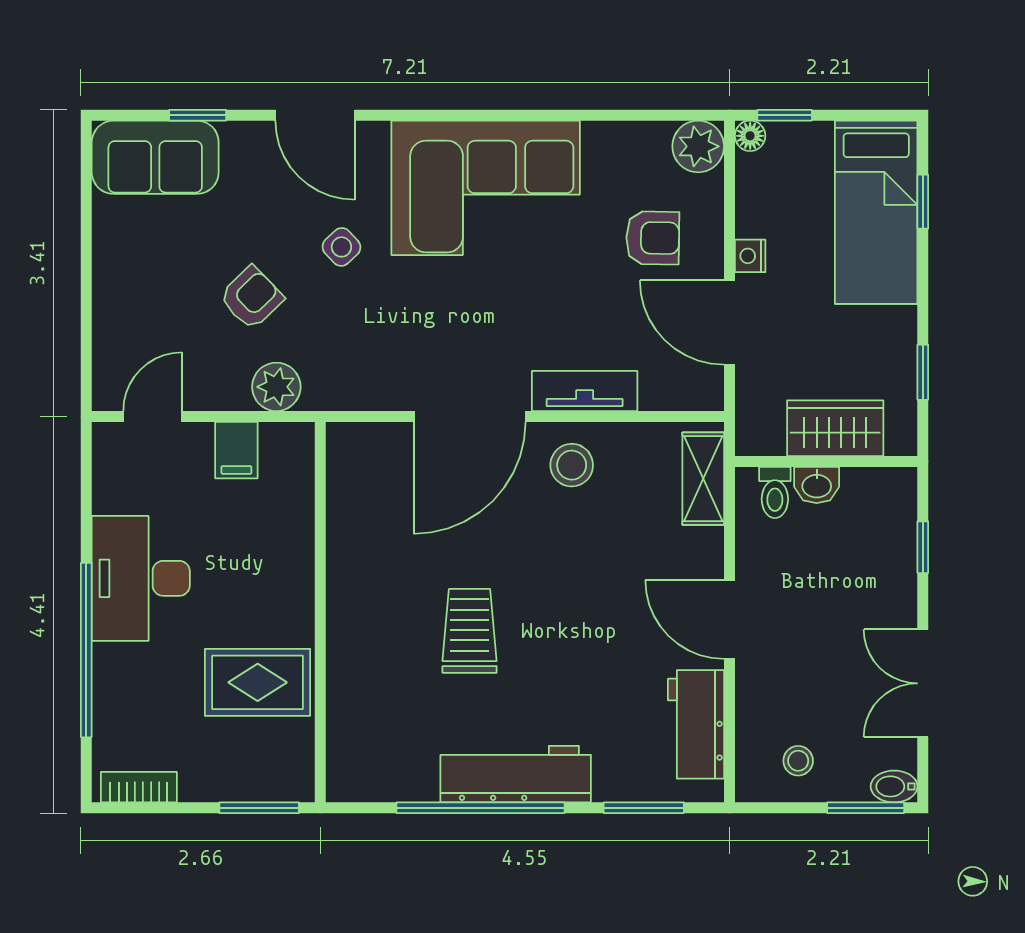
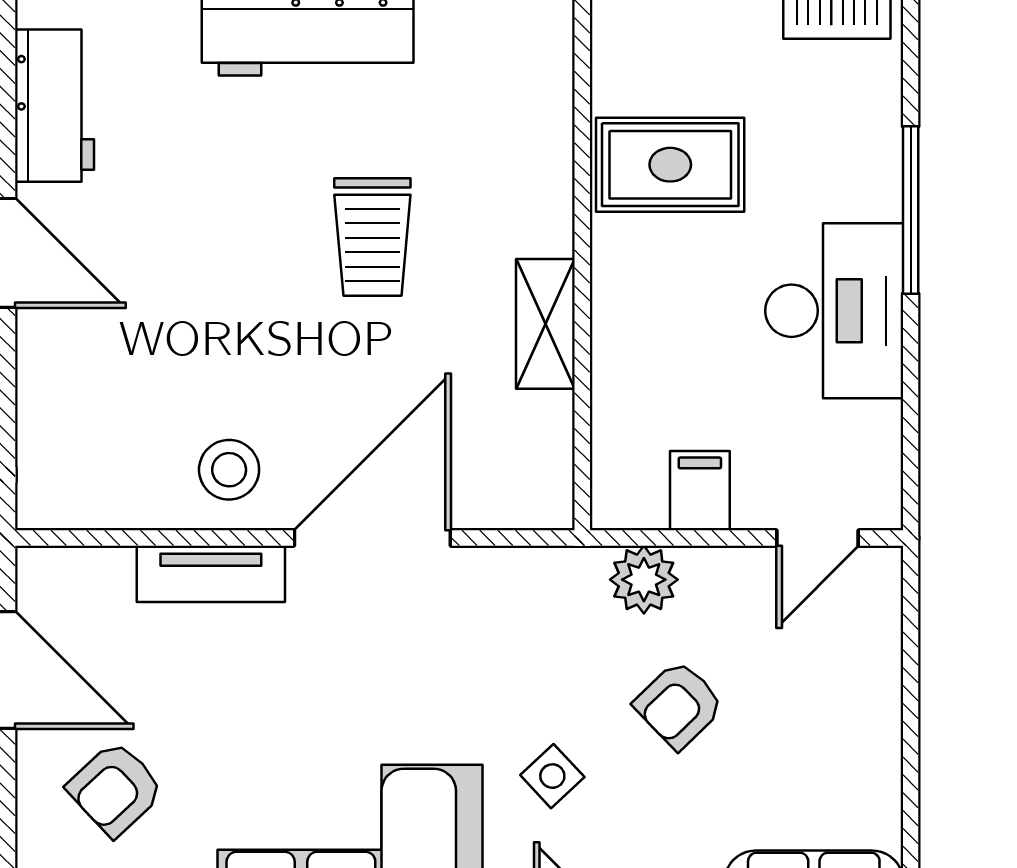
armchair: (653, 238) -> (115, 789), turned -44
shelving: (703, 479) -> (545, 324), moved
window: (86, 650) -> (911, 210), width x0.68

